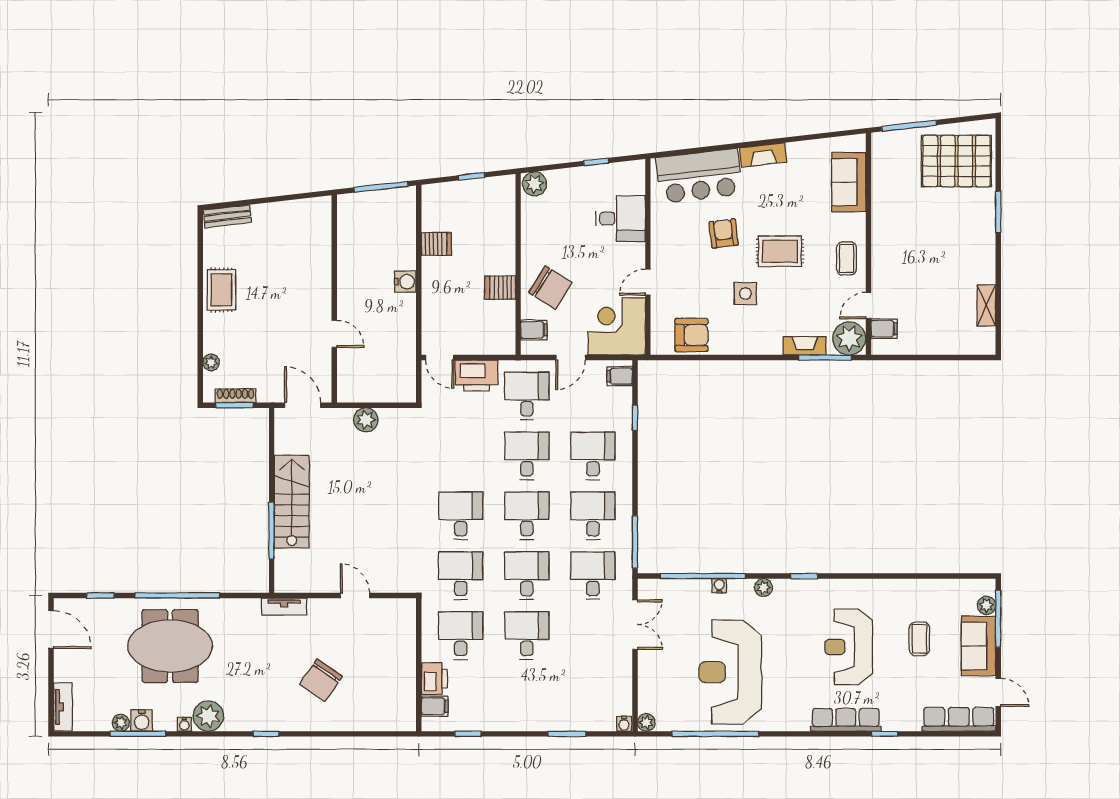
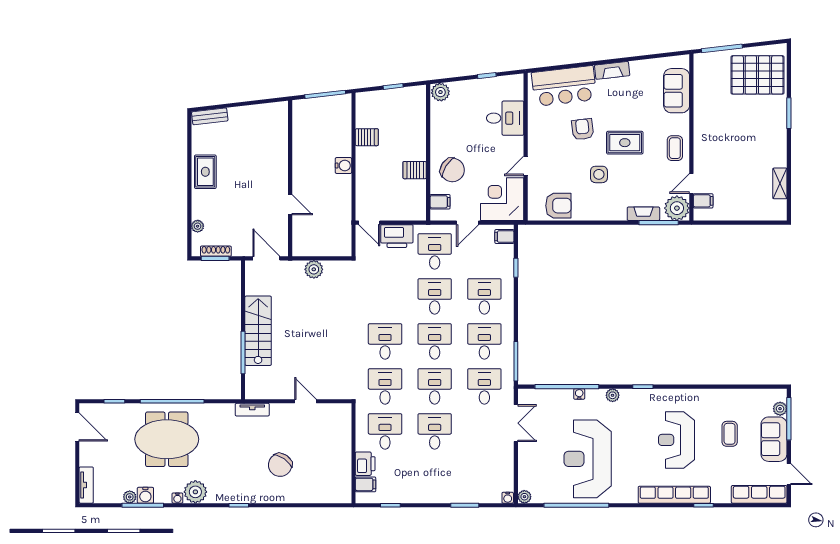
row of seats: (846, 720) -> (674, 495), width x1.36

